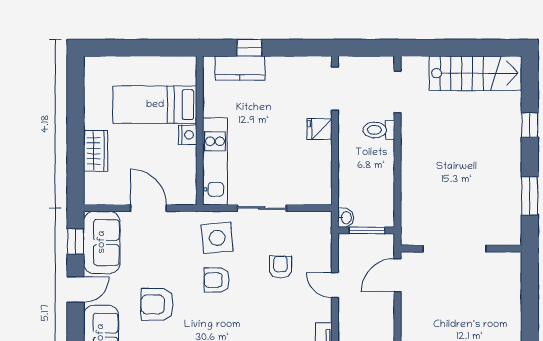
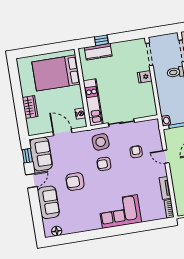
bed: (155, 105) -> (56, 73), width x1.50
nightstand: (188, 135) -> (80, 113), moved

